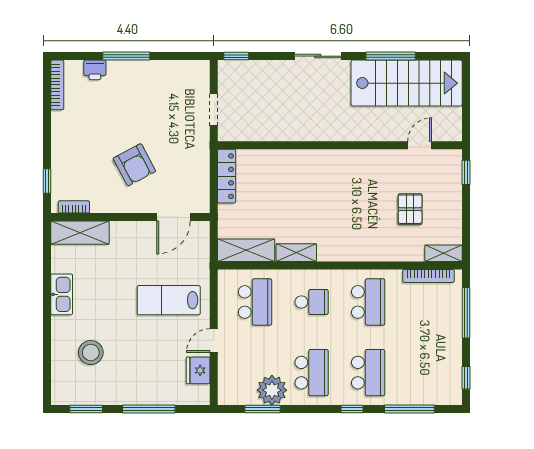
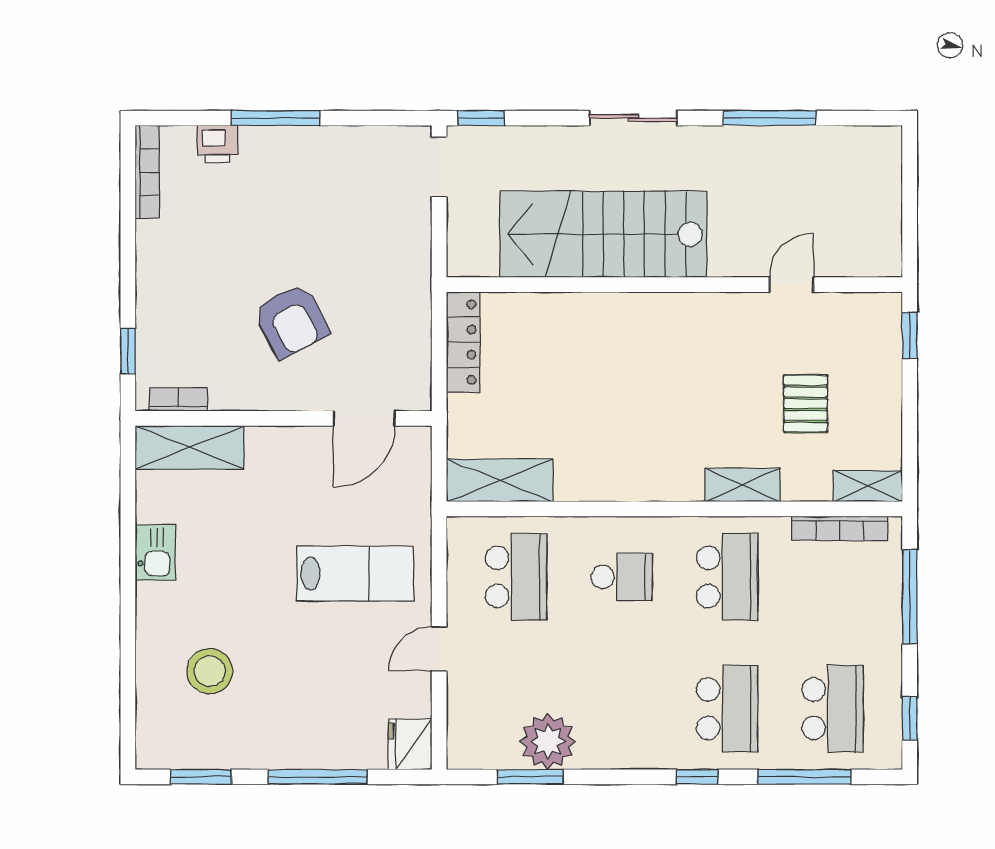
stairs: (407, 83) -> (603, 234), moved, turned 180
doorway: (214, 110) -> (439, 167), moved
door: (420, 145) -> (791, 285), moved
shelving: (296, 253) -> (743, 485), moved
kitchen sink: (62, 294) -> (155, 552), width x0.73
lab bench: (169, 300) -> (355, 574), turned 180
fridge: (198, 370) -> (410, 744), moved
school desk: (312, 373) -> (833, 709), moved

